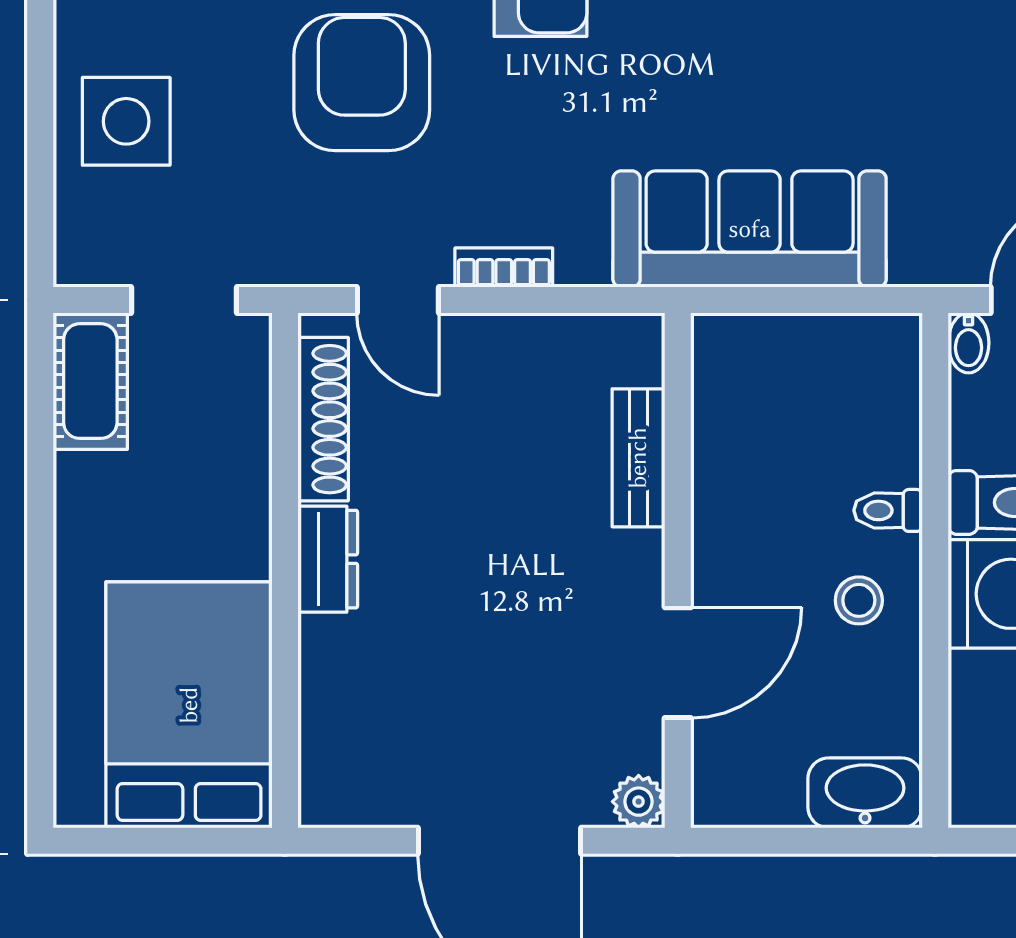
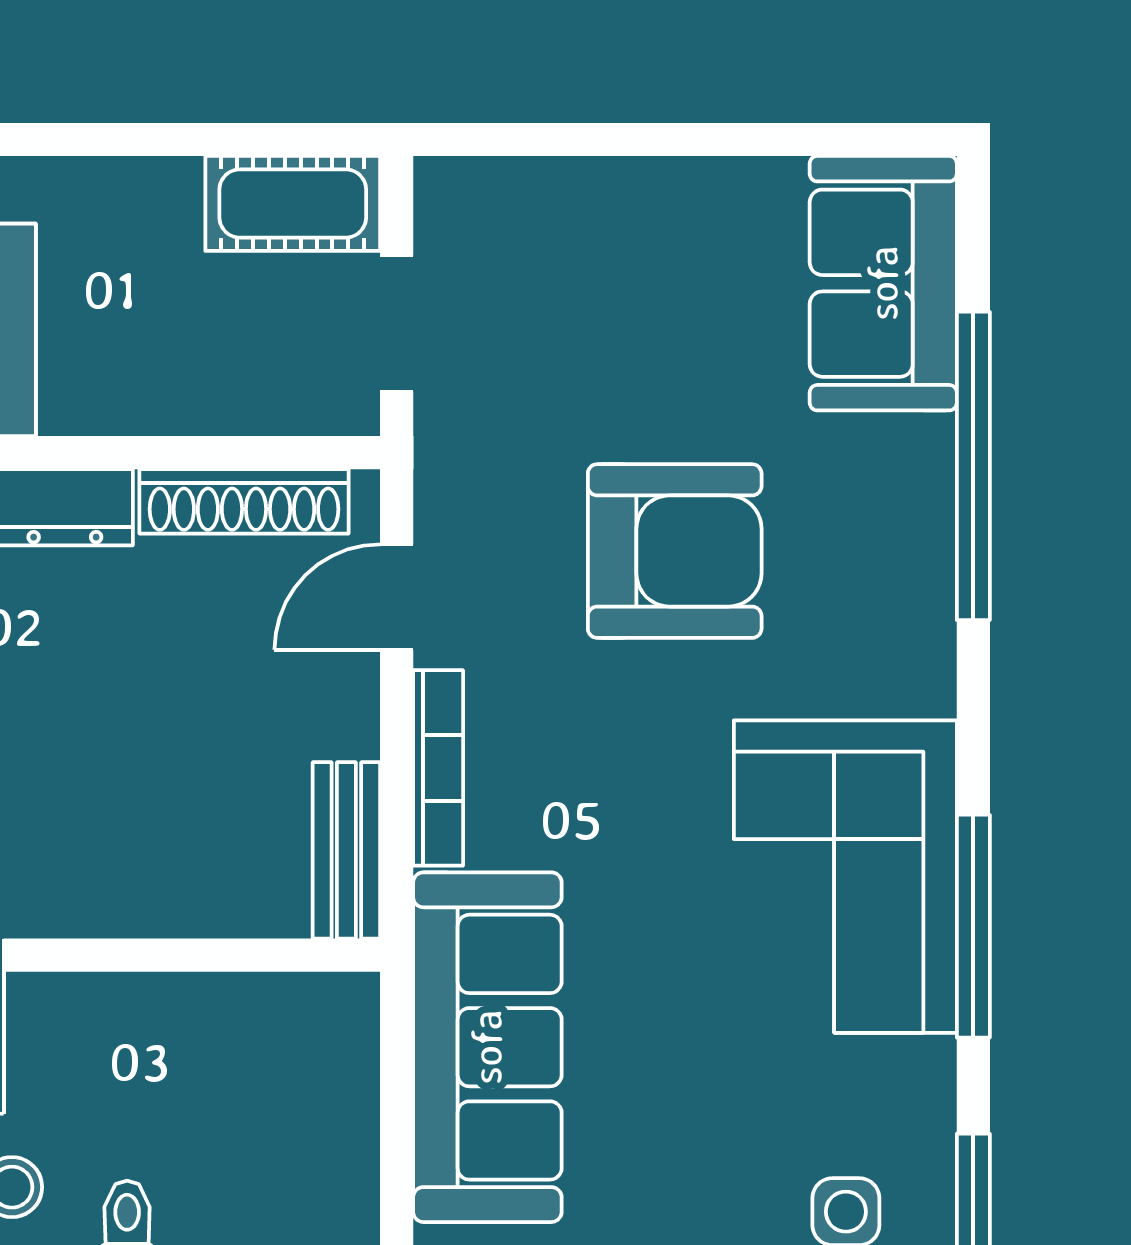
side table: (126, 121) -> (625, 249), removed
bookcase: (504, 267) -> (438, 768), width x1.56
bench: (638, 458) -> (346, 850), moved, turned 90

